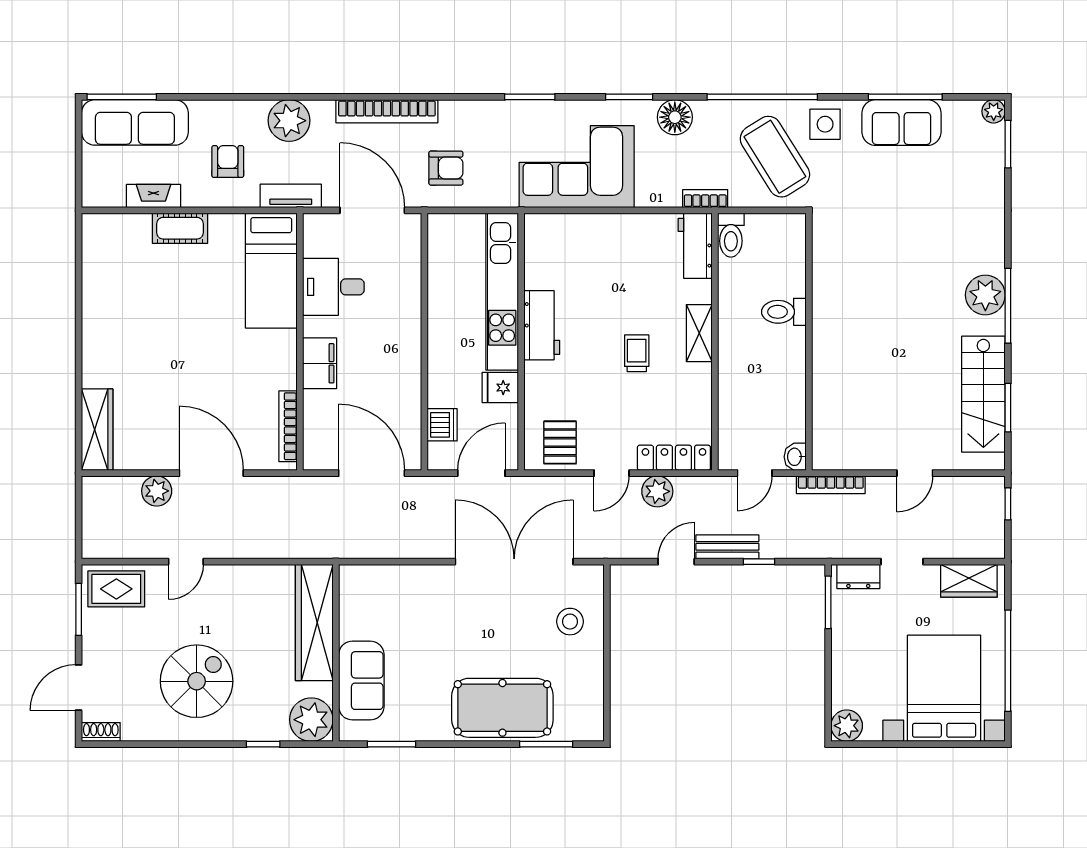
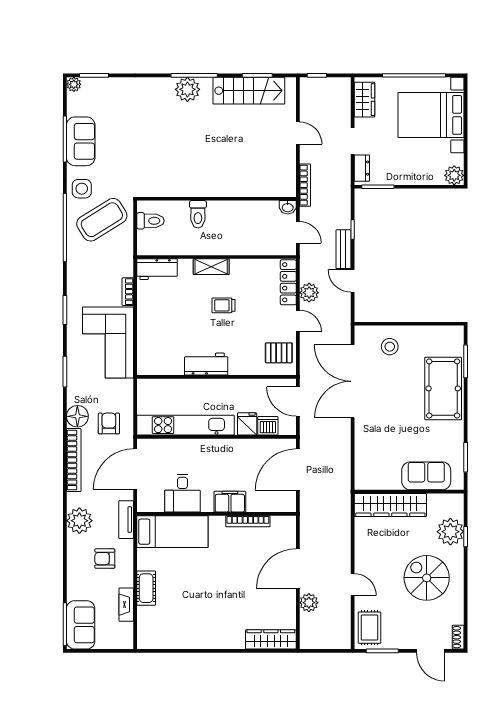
floor lamp: (675, 117) -> (77, 416), moved
sofa: (135, 122) -> (81, 625), width x0.73
bookcase: (705, 199) -> (128, 292), moved
toilet: (731, 235) -> (150, 221), moved
kitchen unit: (502, 292) -> (185, 425), moved, turned 180
fridge: (500, 388) -> (247, 424), moved, turned 180
bookcase: (288, 426) -> (248, 521), moved
plant: (311, 720) -> (450, 532), moved

